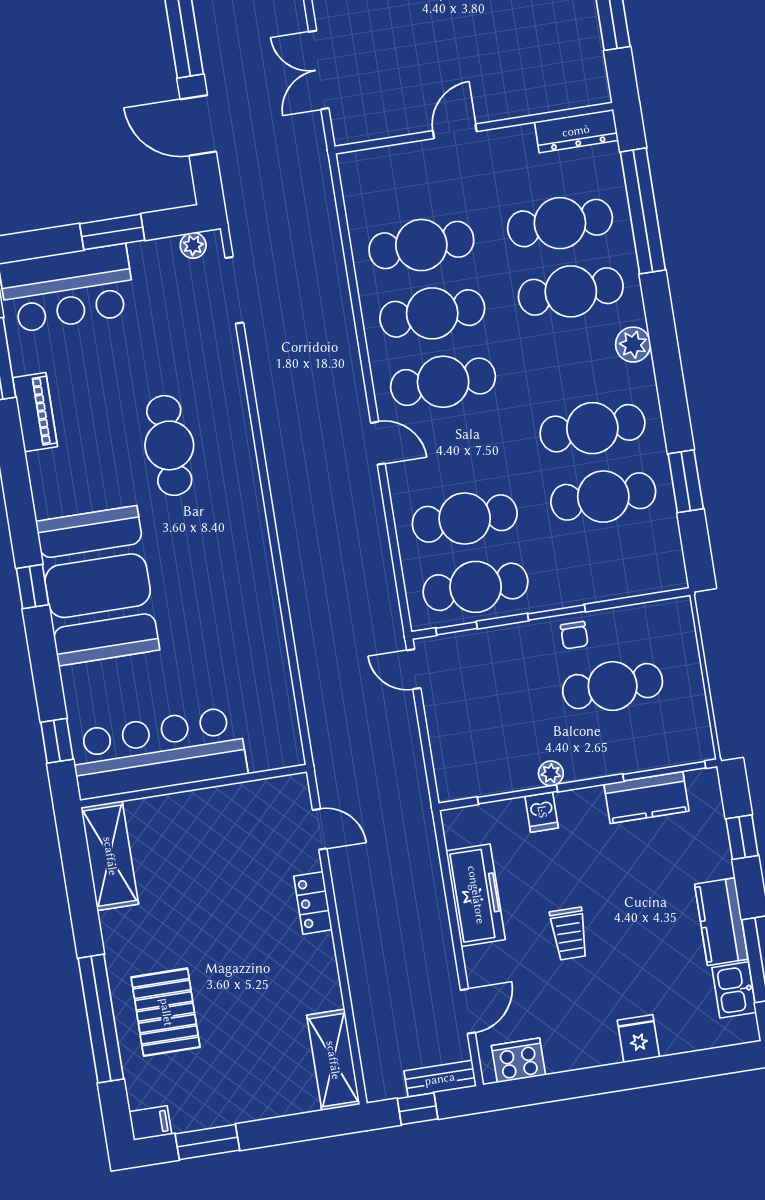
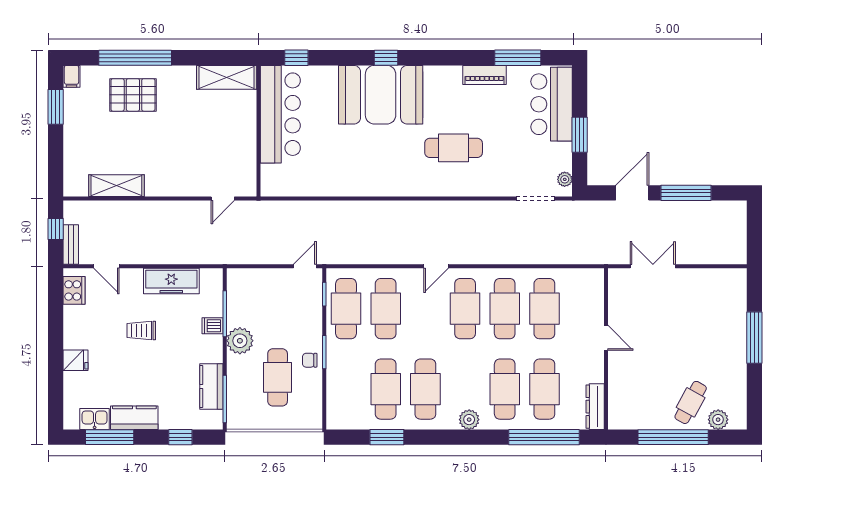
plant: (551, 773) -> (240, 341), width x1.88, depth x1.88
locker: (313, 903) -> (182, 188), removed
shelving: (333, 1060) -> (116, 186), moved

